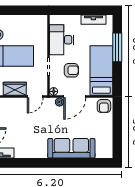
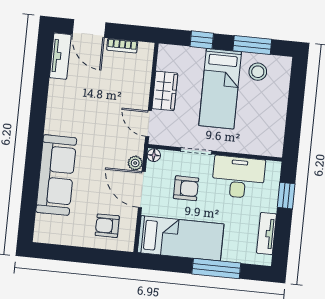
window: (70, 10) -> (286, 196), added
armchair: (71, 70) -> (186, 188), turned -90
armchair: (104, 106) -> (107, 226), moved

